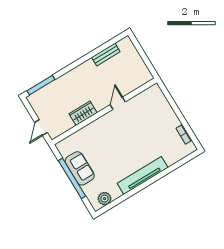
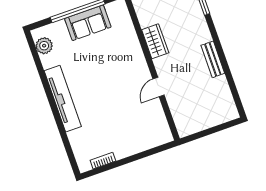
bench: (106, 55) -> (213, 59), moved
door: (118, 103) -> (159, 87), swing flipped

